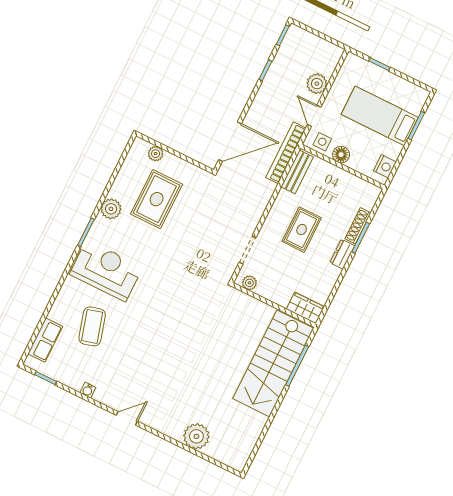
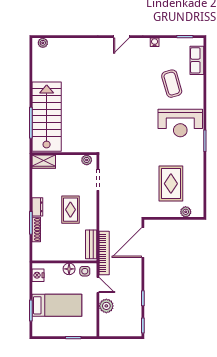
plant: (111, 209) -> (197, 163), removed
plant: (196, 436) -> (43, 43), moved, width x0.53, depth x0.53

